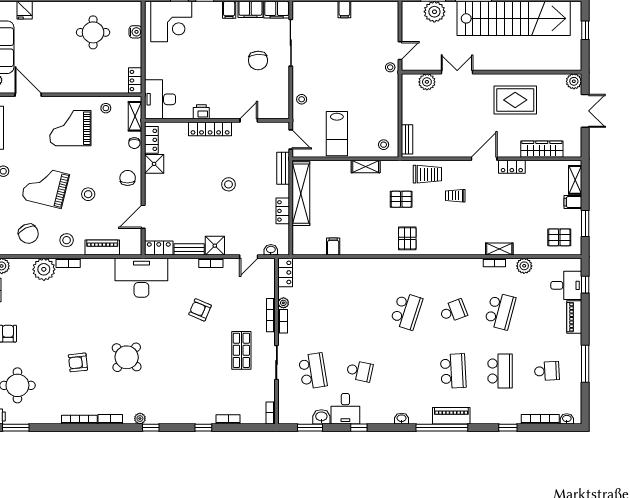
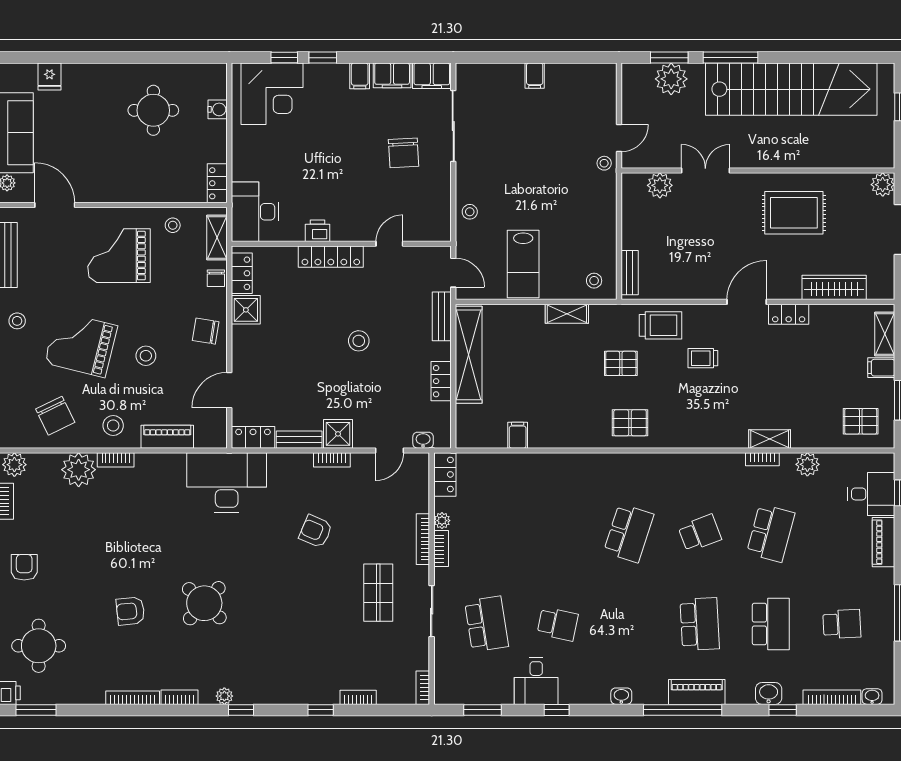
chair: (128, 178) -> (206, 331), turned -81
pallet: (407, 238) -> (630, 423), turned 90
washbasin: (321, 417) -> (769, 693), moved

